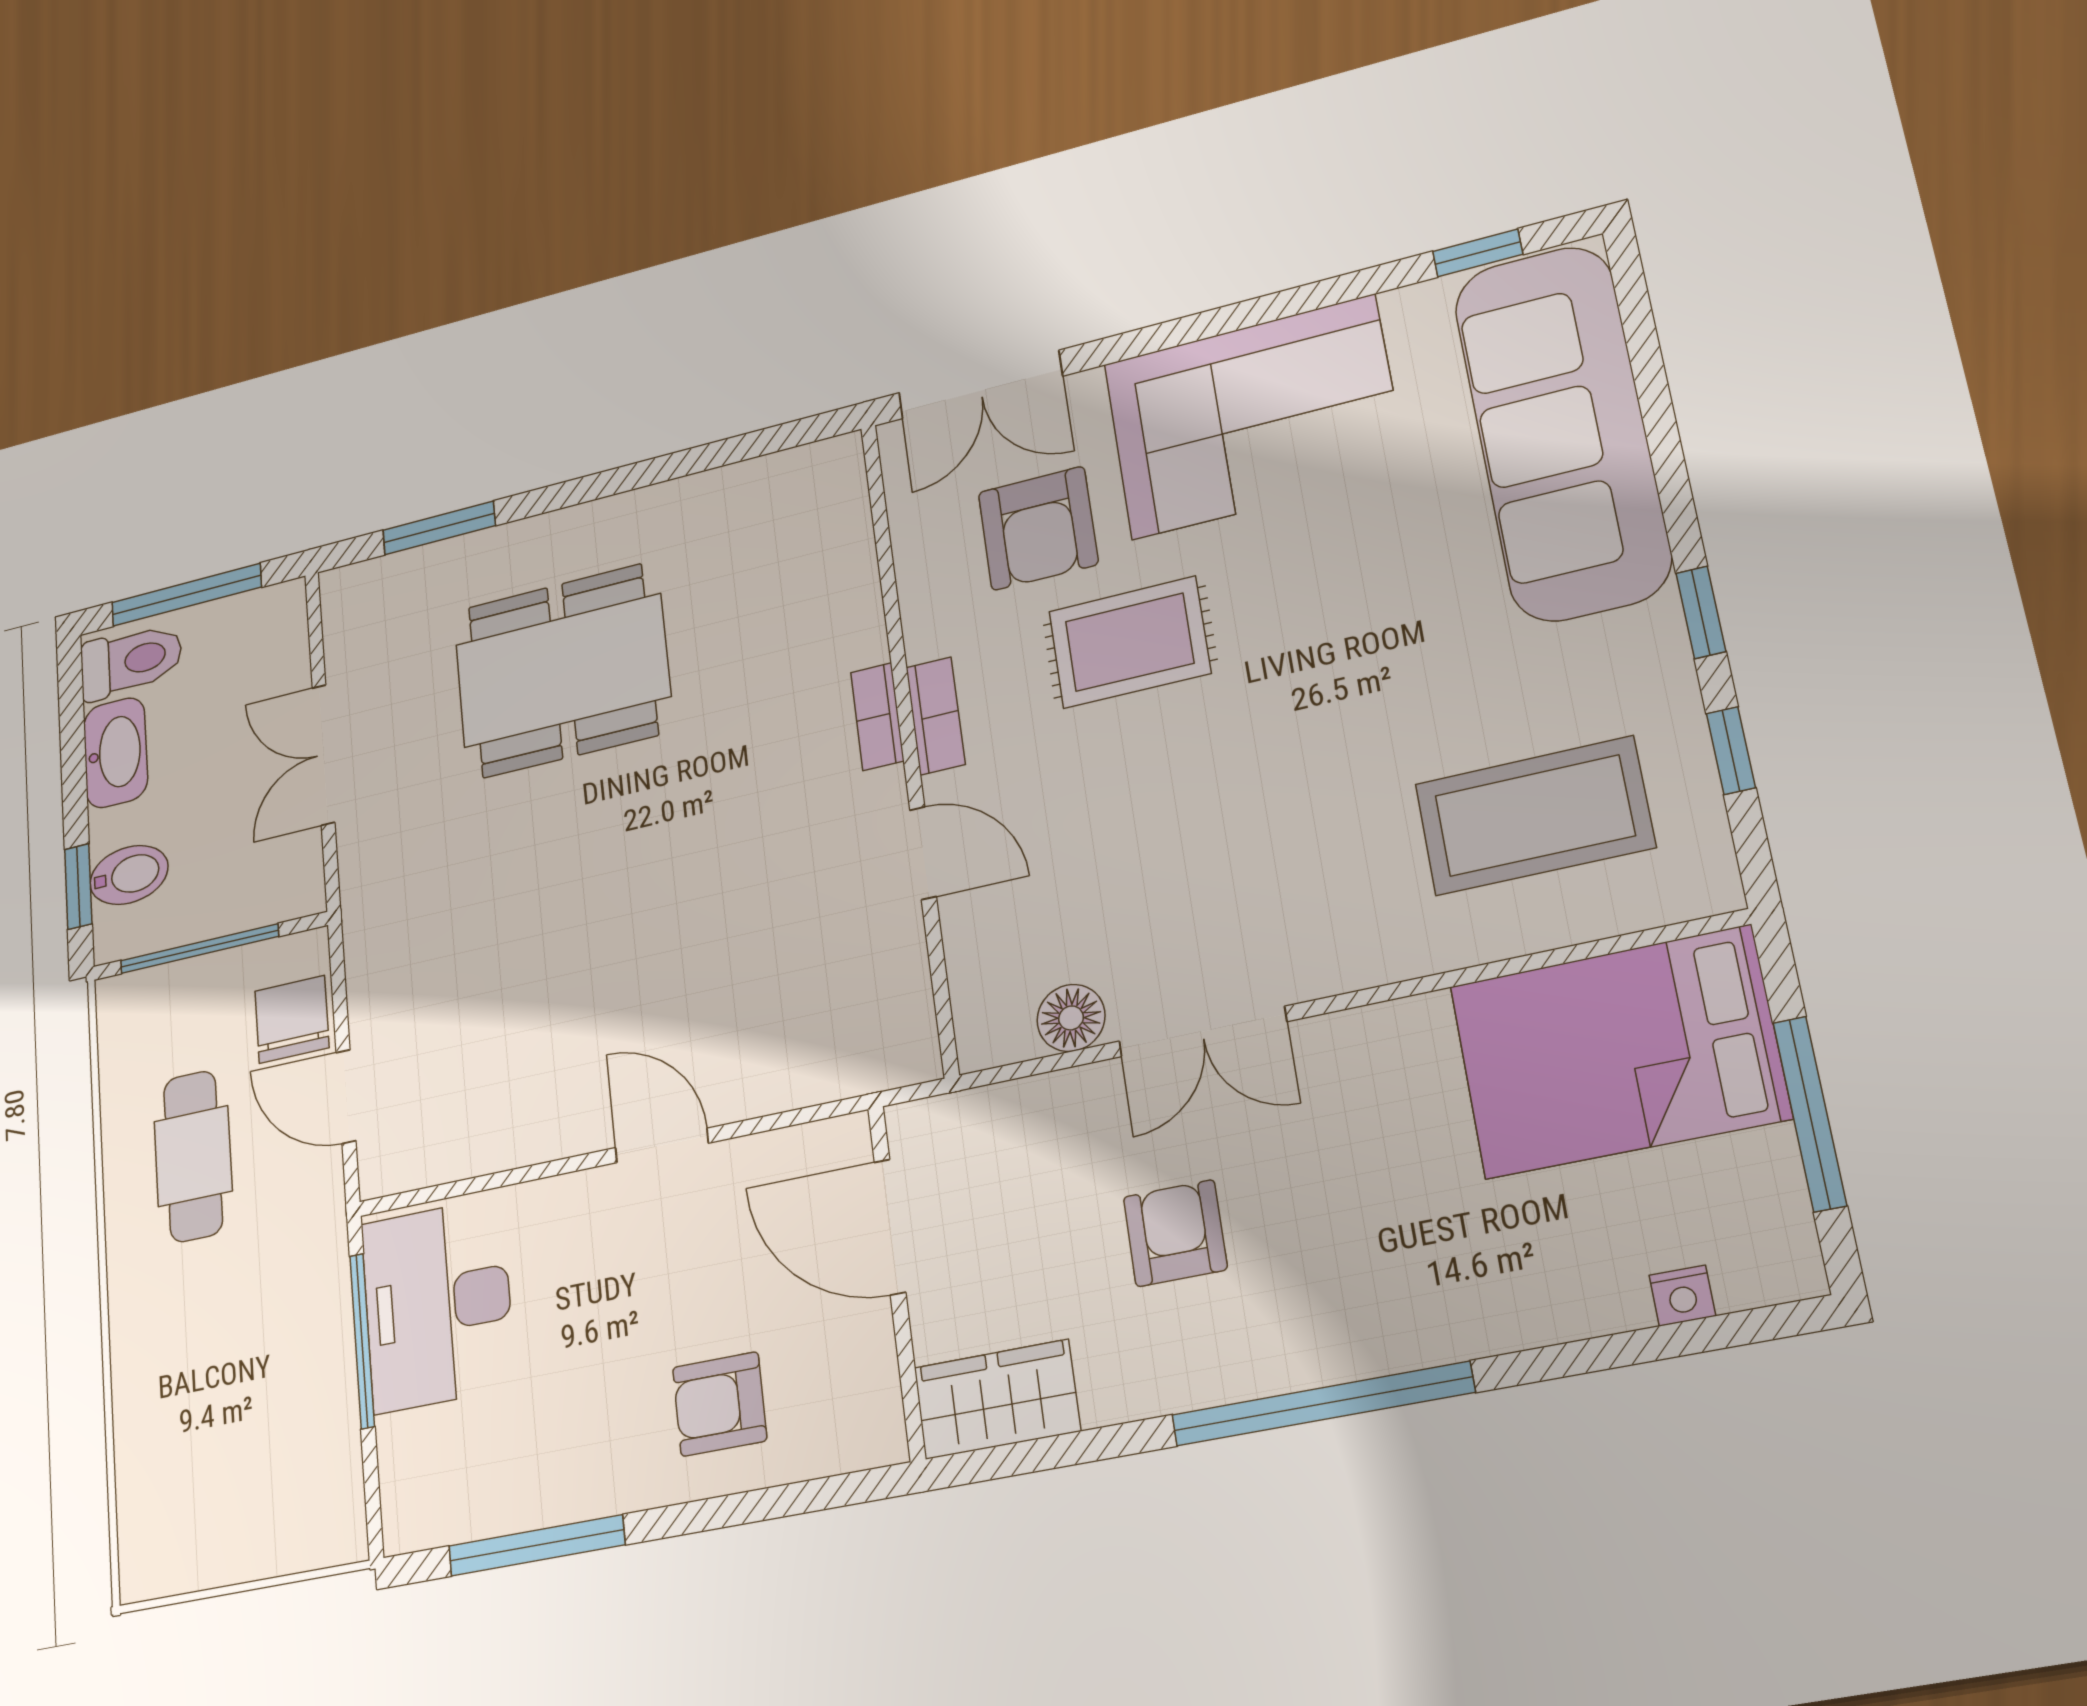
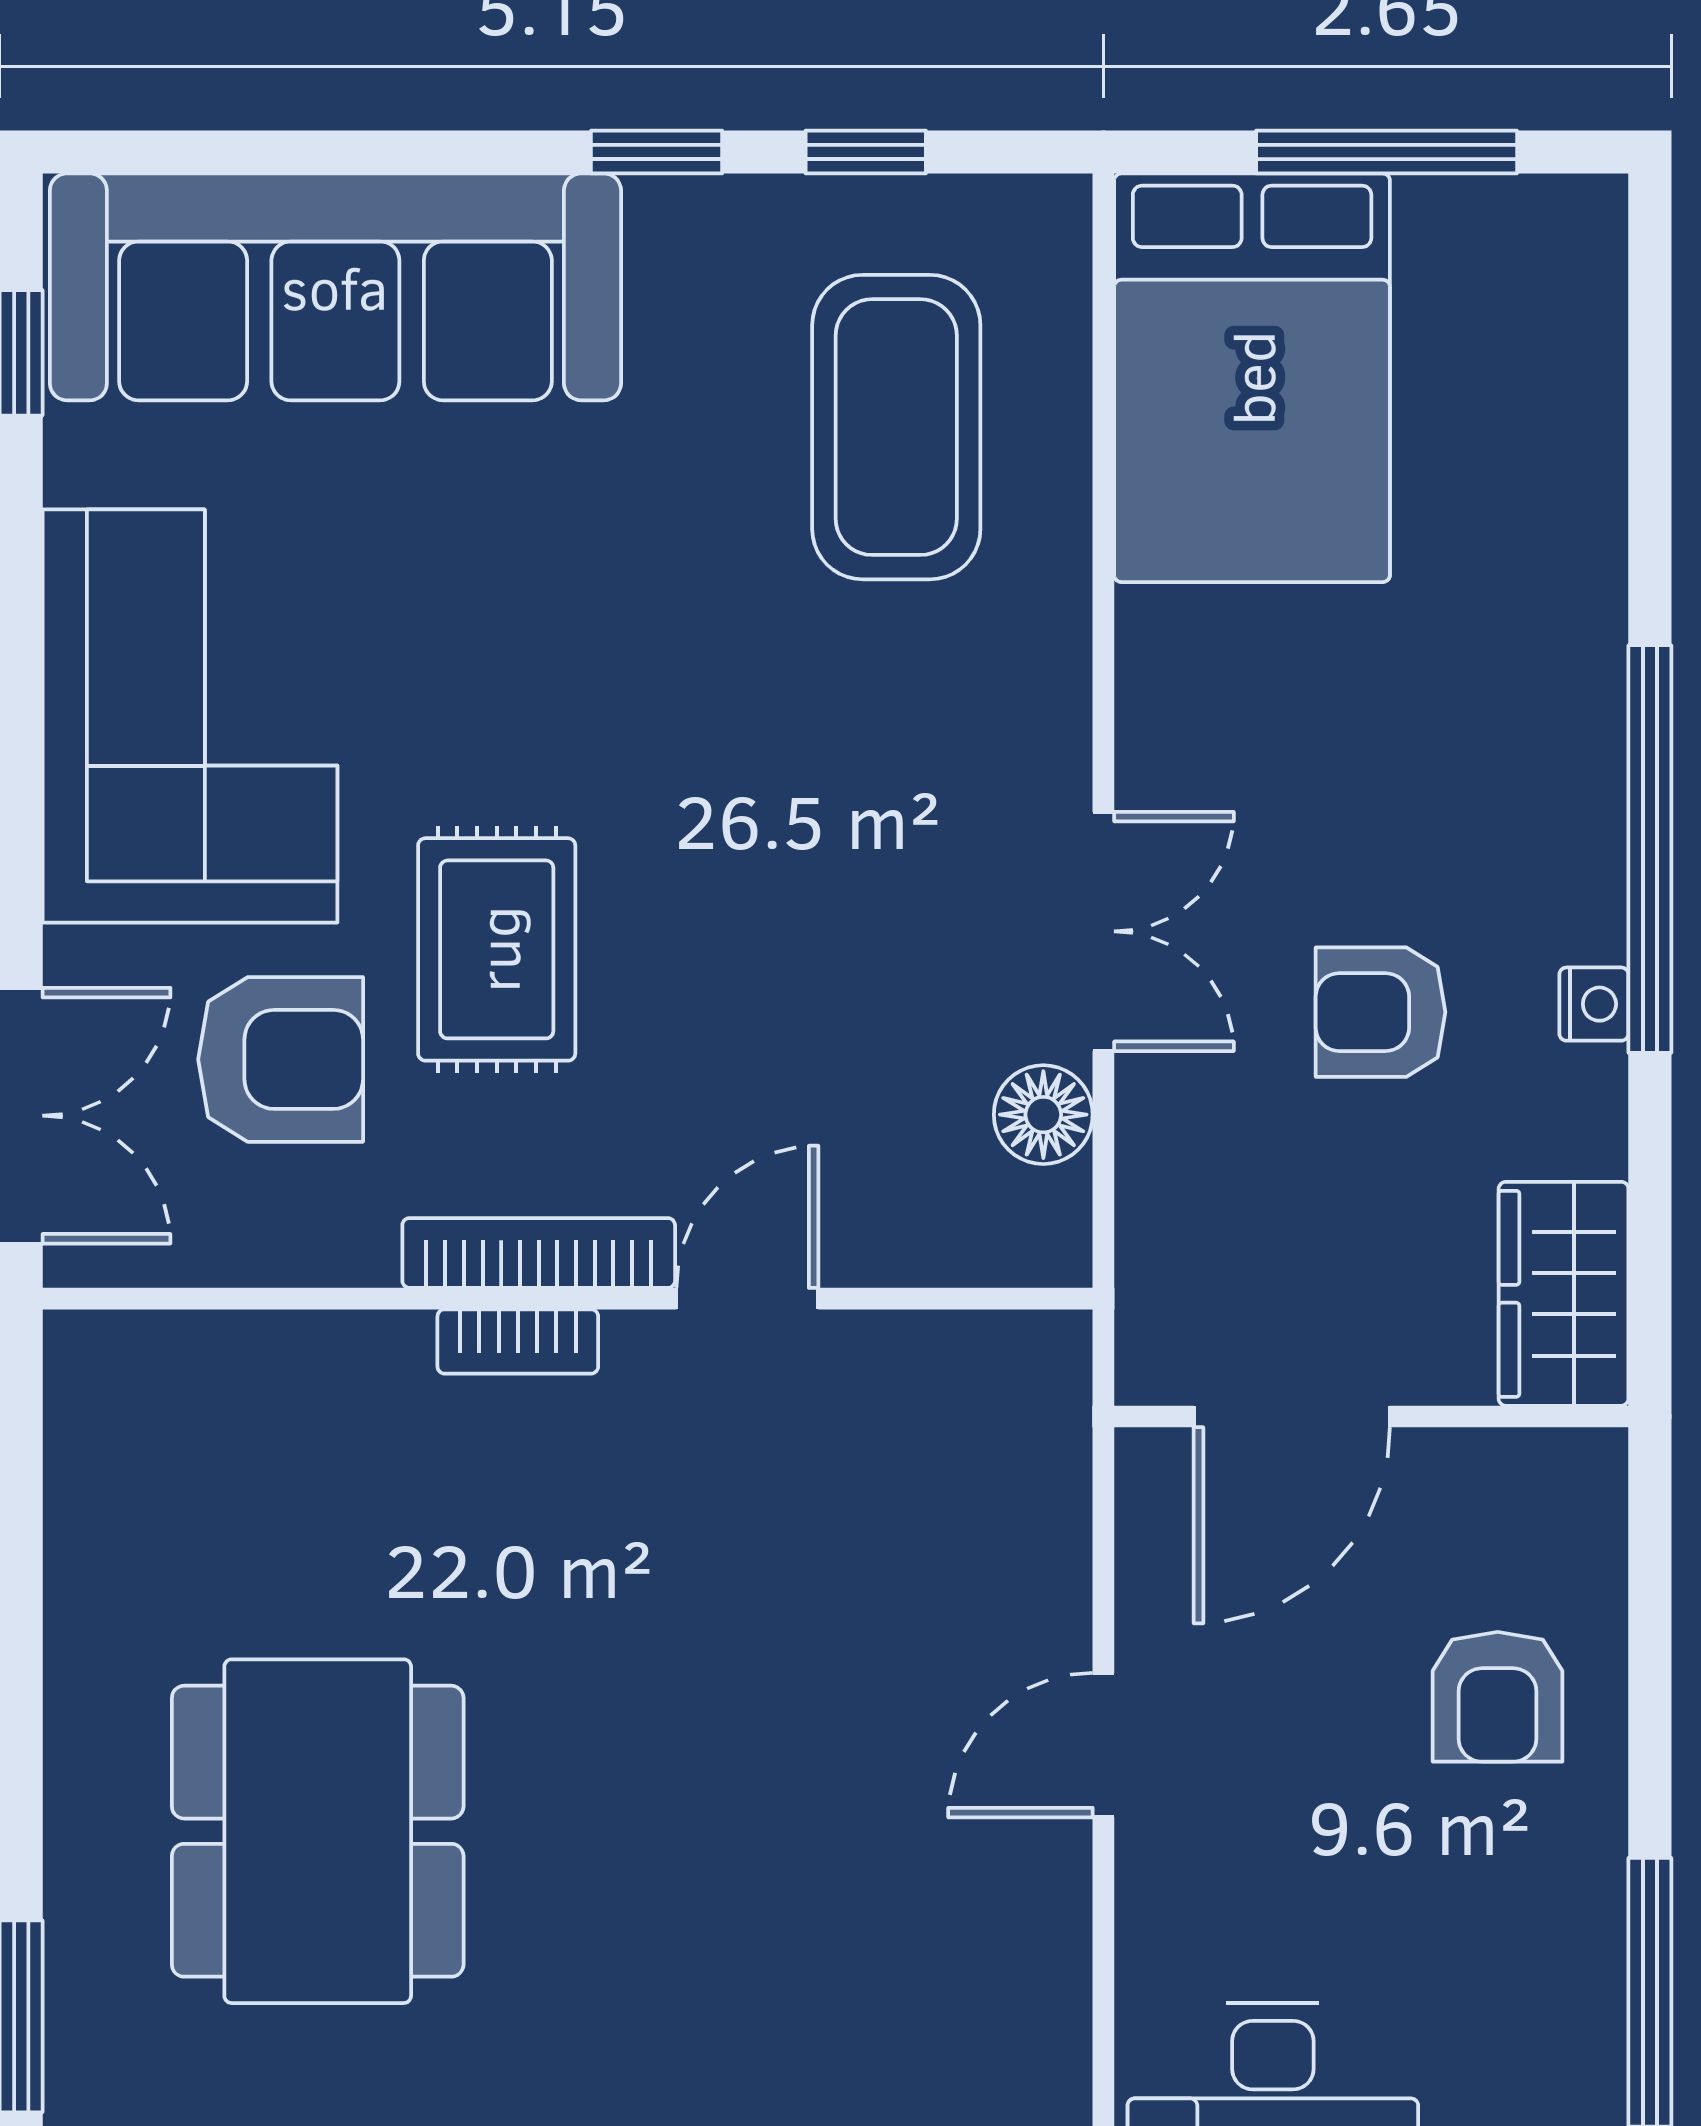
bookcase: (936, 716) -> (539, 1253), width x1.56
nightstand: (1682, 1296) -> (1594, 1004), moved

